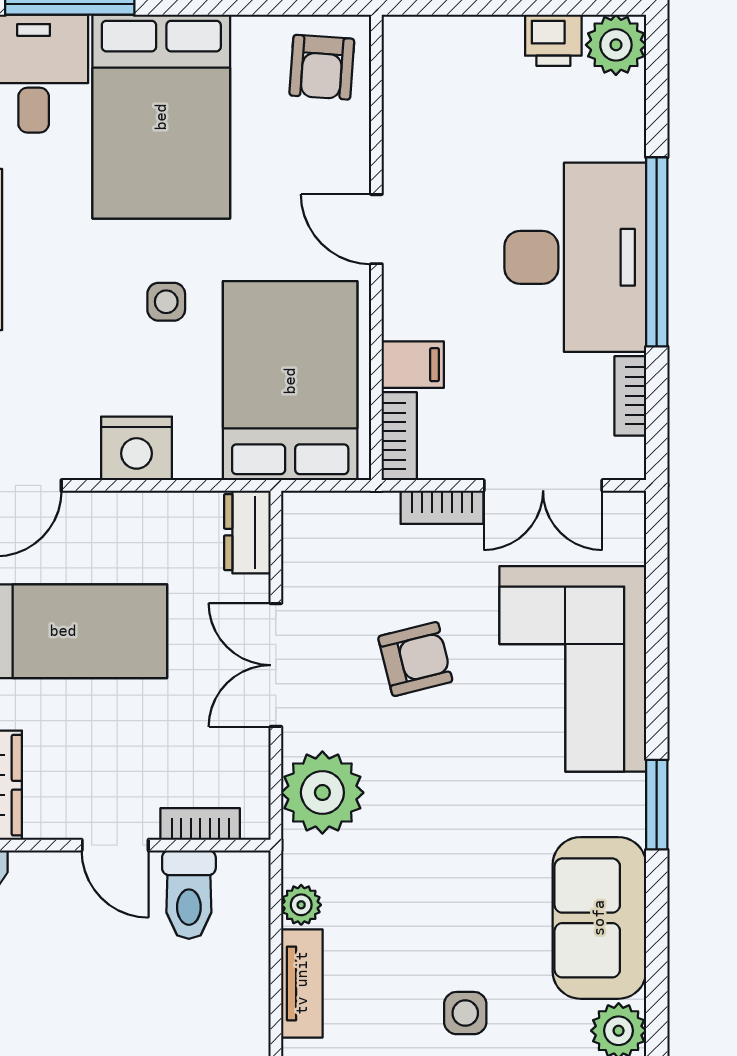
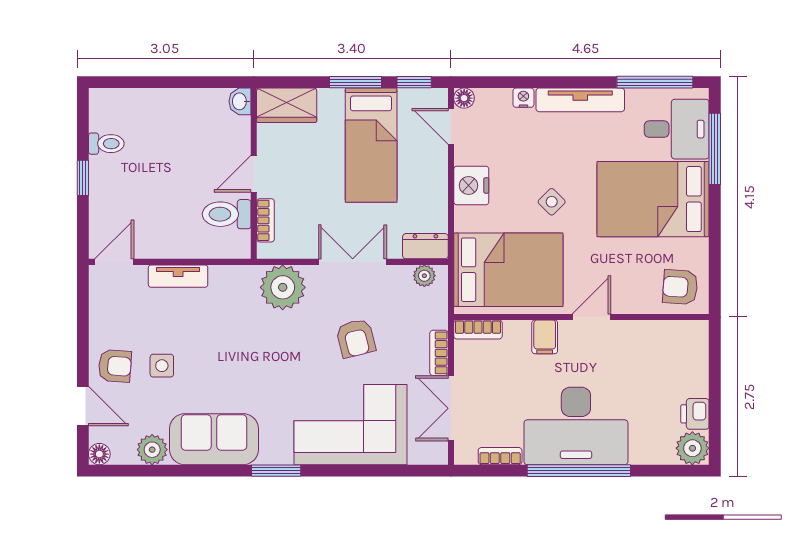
side table: (166, 302) -> (552, 202), turned 45
filing cabinet: (413, 365) -> (545, 337), moved
plant: (301, 905) -> (424, 276), moved

